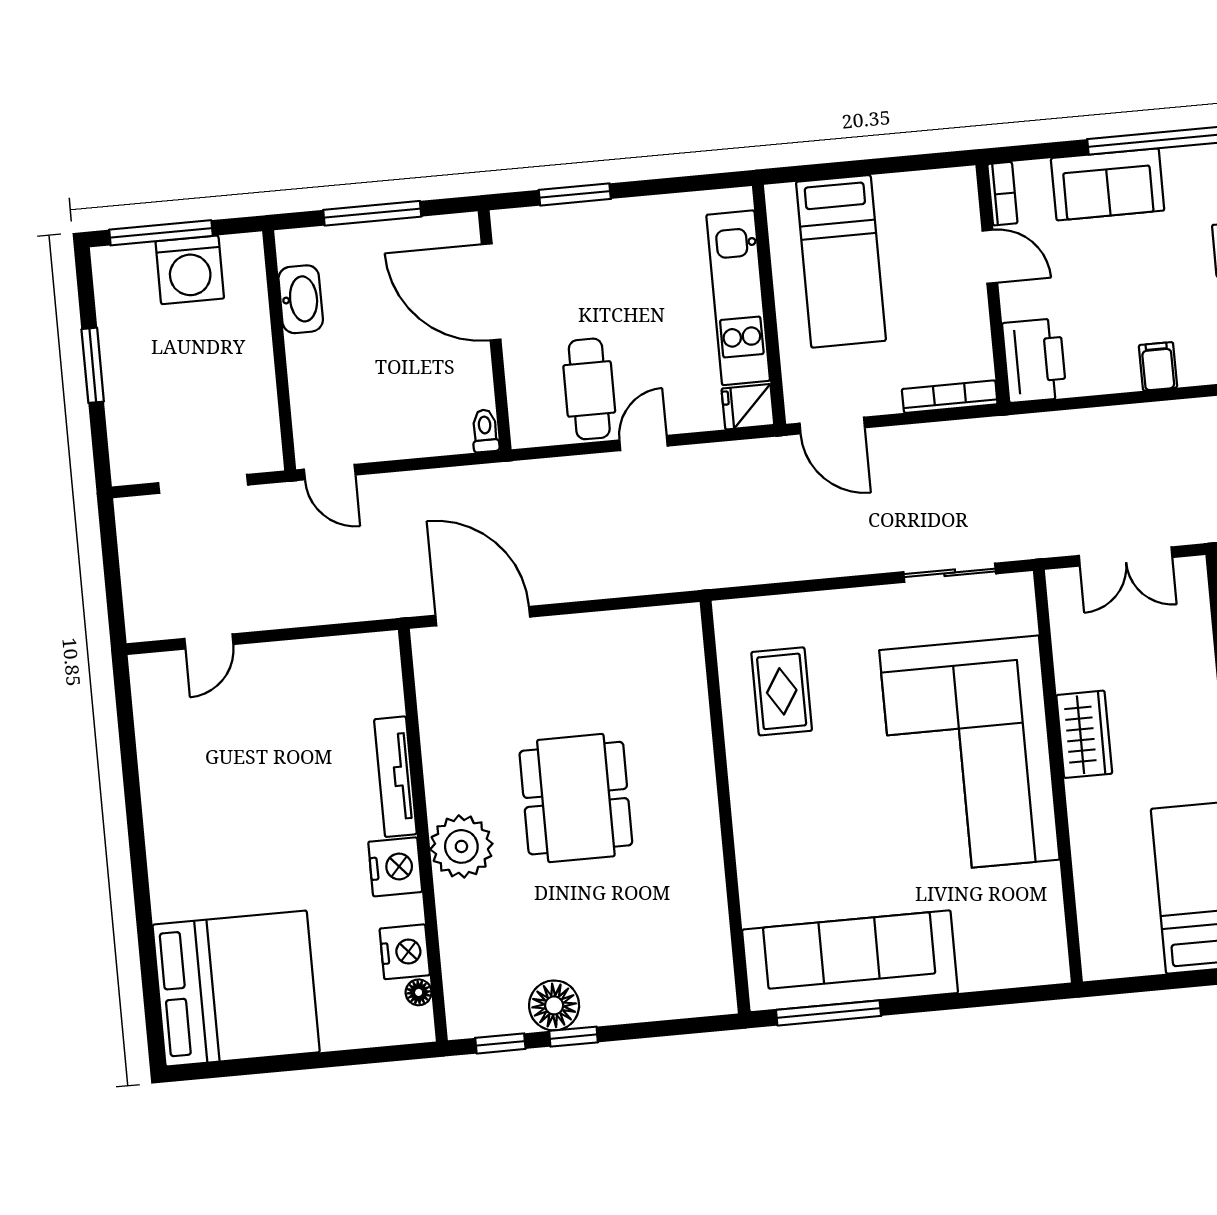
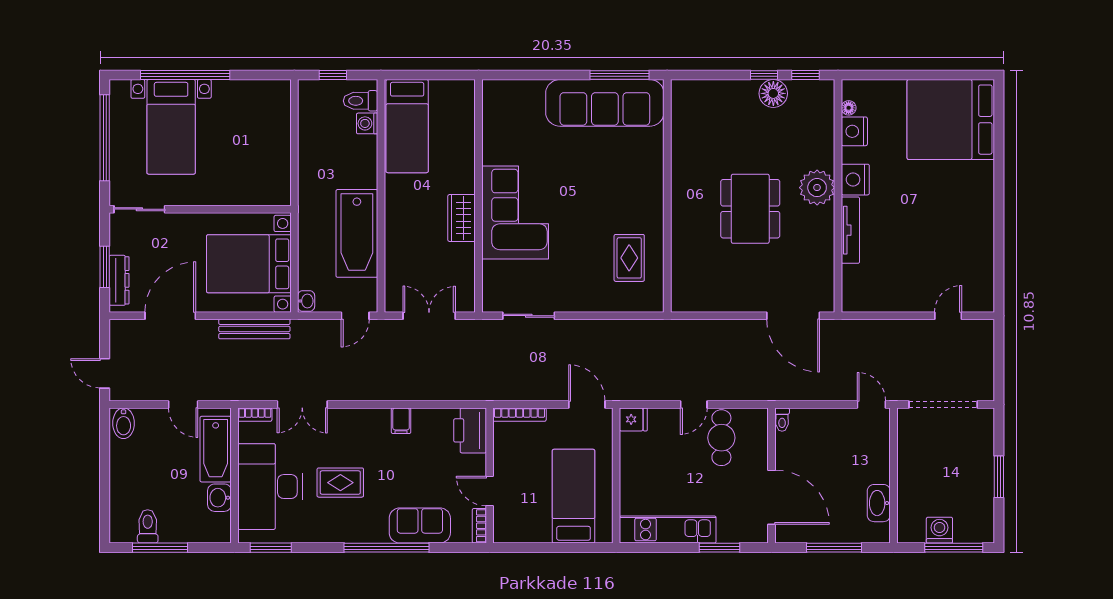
washing machine: (190, 270) -> (939, 530), width x0.73, depth x0.73
kitchen unit: (738, 298) -> (668, 530), moved, turned -90
doorway: (203, 484) -> (943, 404), width x1.36
corner sofa: (969, 755) -> (515, 212), width x0.73, depth x0.74

